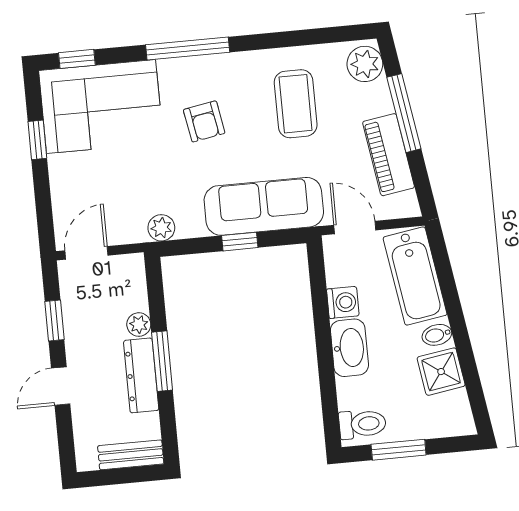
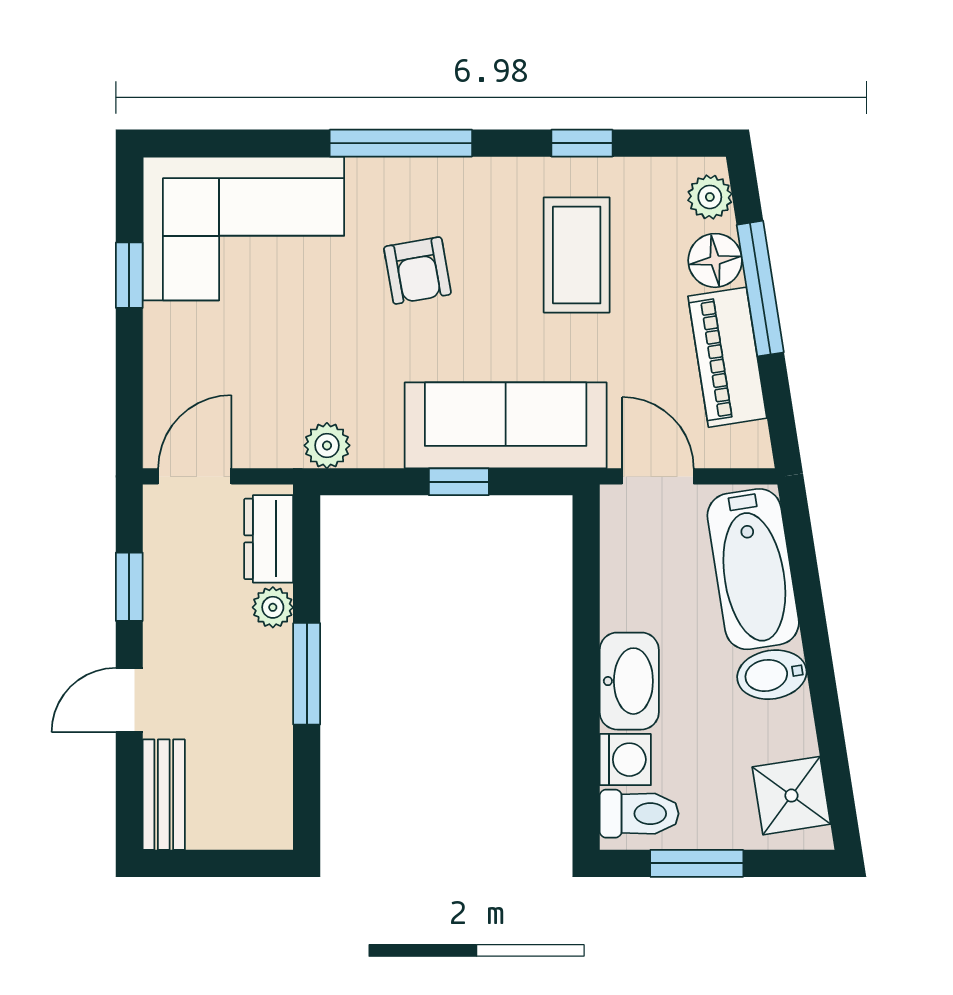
window: (77, 59) -> (582, 143), moved
plant: (365, 64) -> (710, 197), width x0.73, depth x0.73
floor lamp: (376, 99) -> (715, 260), added
washing machine: (343, 302) -> (625, 760), moved
bidet: (437, 335) -> (772, 675), width x1.38, depth x1.36
shower: (441, 372) -> (791, 796), moved
dresser: (141, 375) -> (269, 539), moved, width x0.70
bench: (131, 455) -> (164, 795), moved, turned 90

